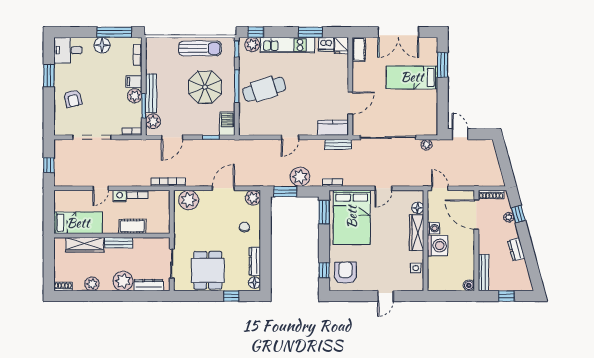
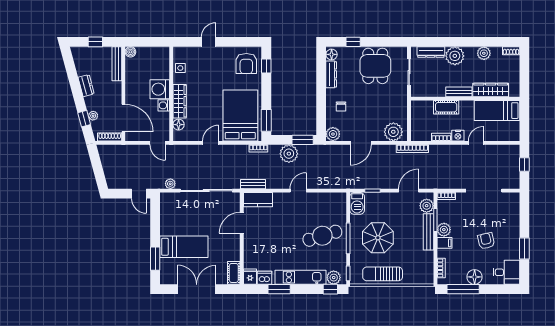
armchair: (73, 99) -> (486, 241), moved

